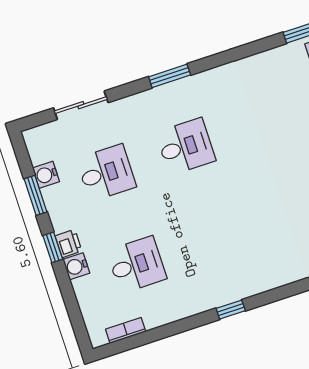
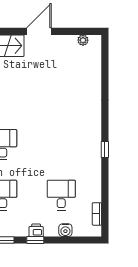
water cooler: (76, 266) -> (65, 230), moved

